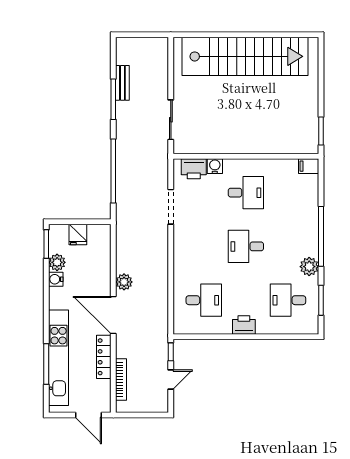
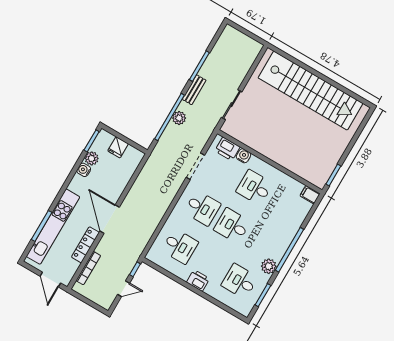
bench: (122, 83) -> (194, 90), moved
desk: (246, 193) -> (254, 188), turned 180
desk: (204, 246) -> (202, 208), added
plant: (124, 282) -> (179, 118), moved

